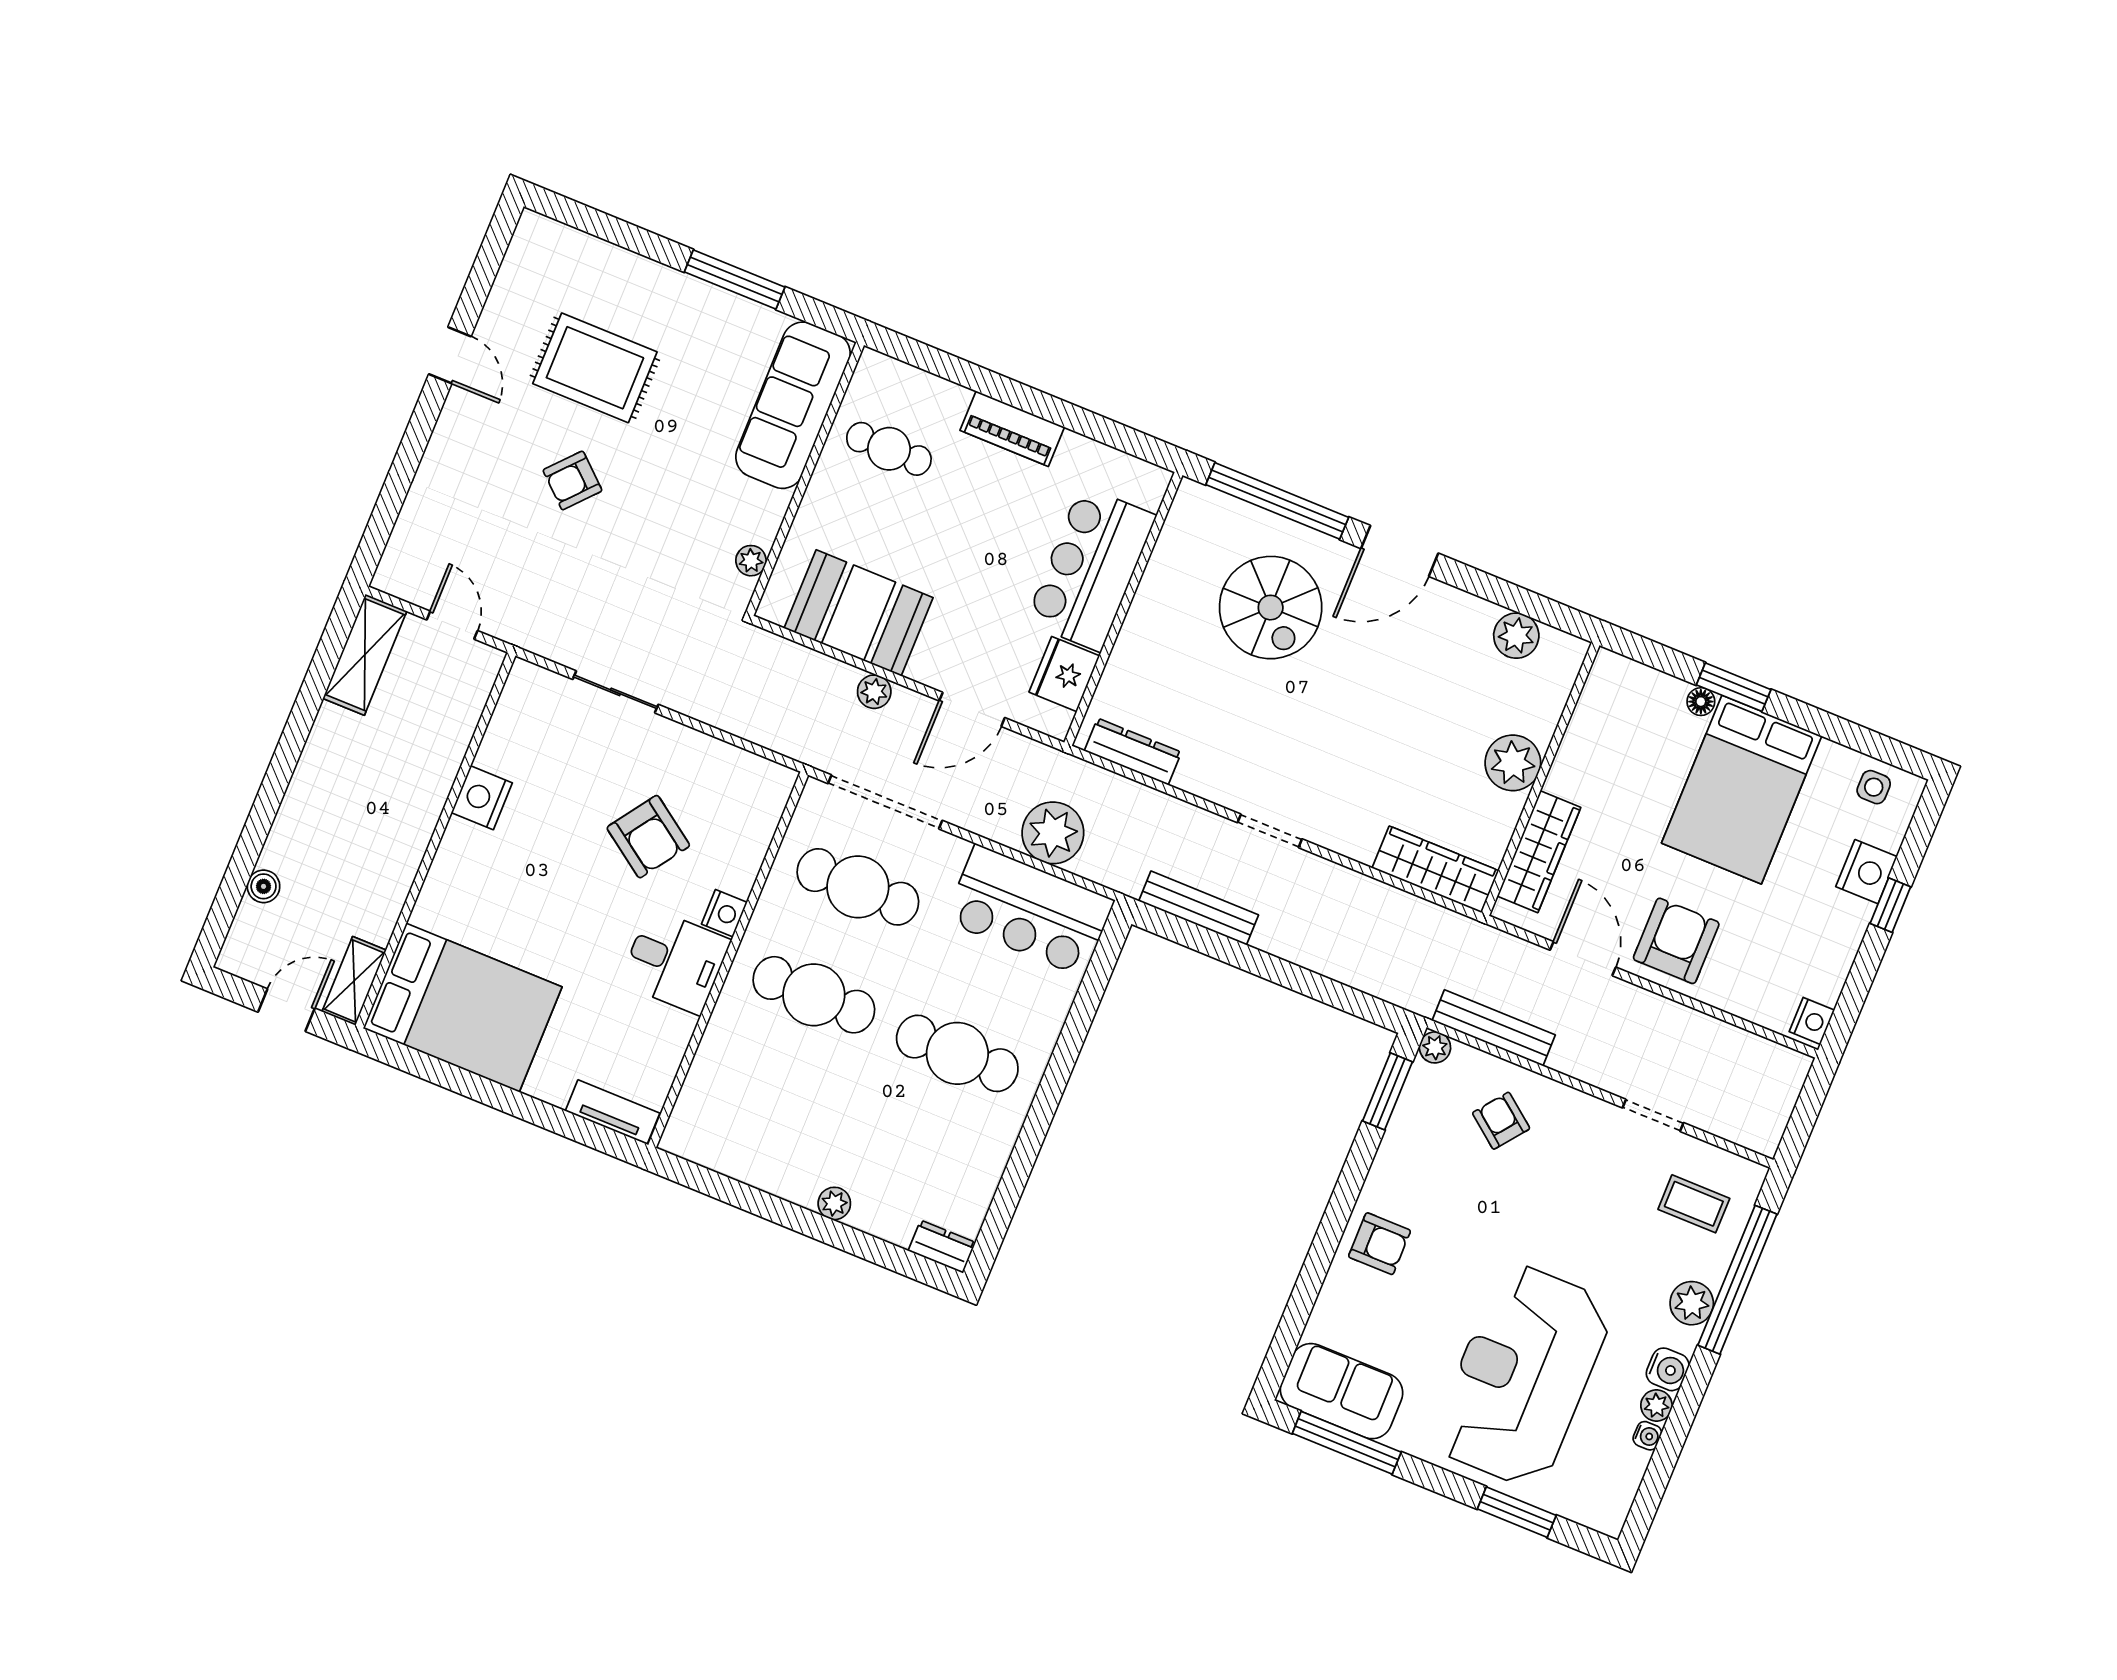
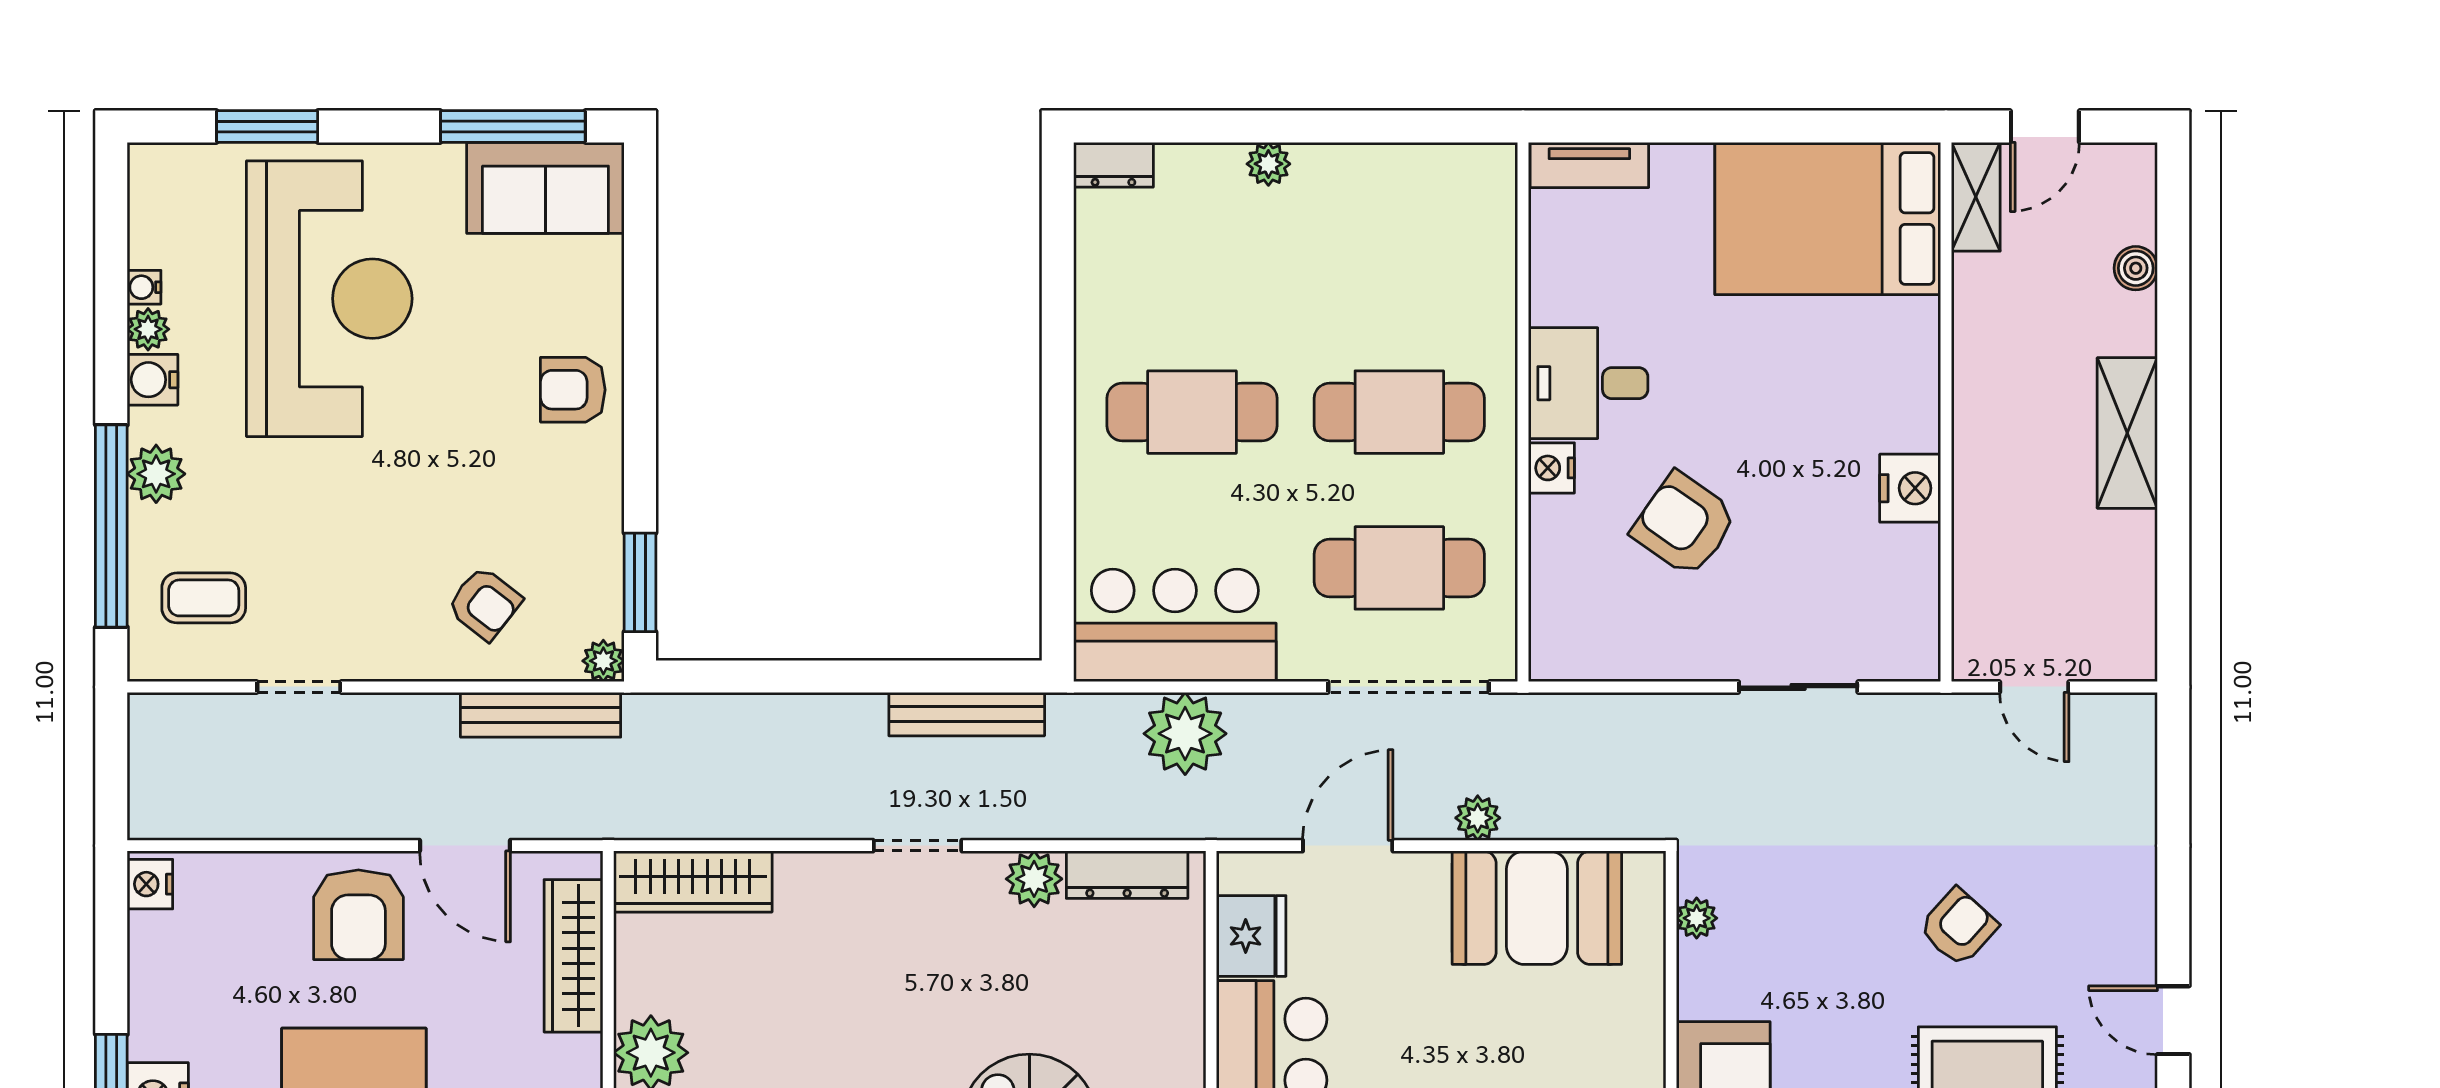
shelving: (365, 655) -> (2127, 433), moved
plant: (1198, 775) -> (1034, 879), added

